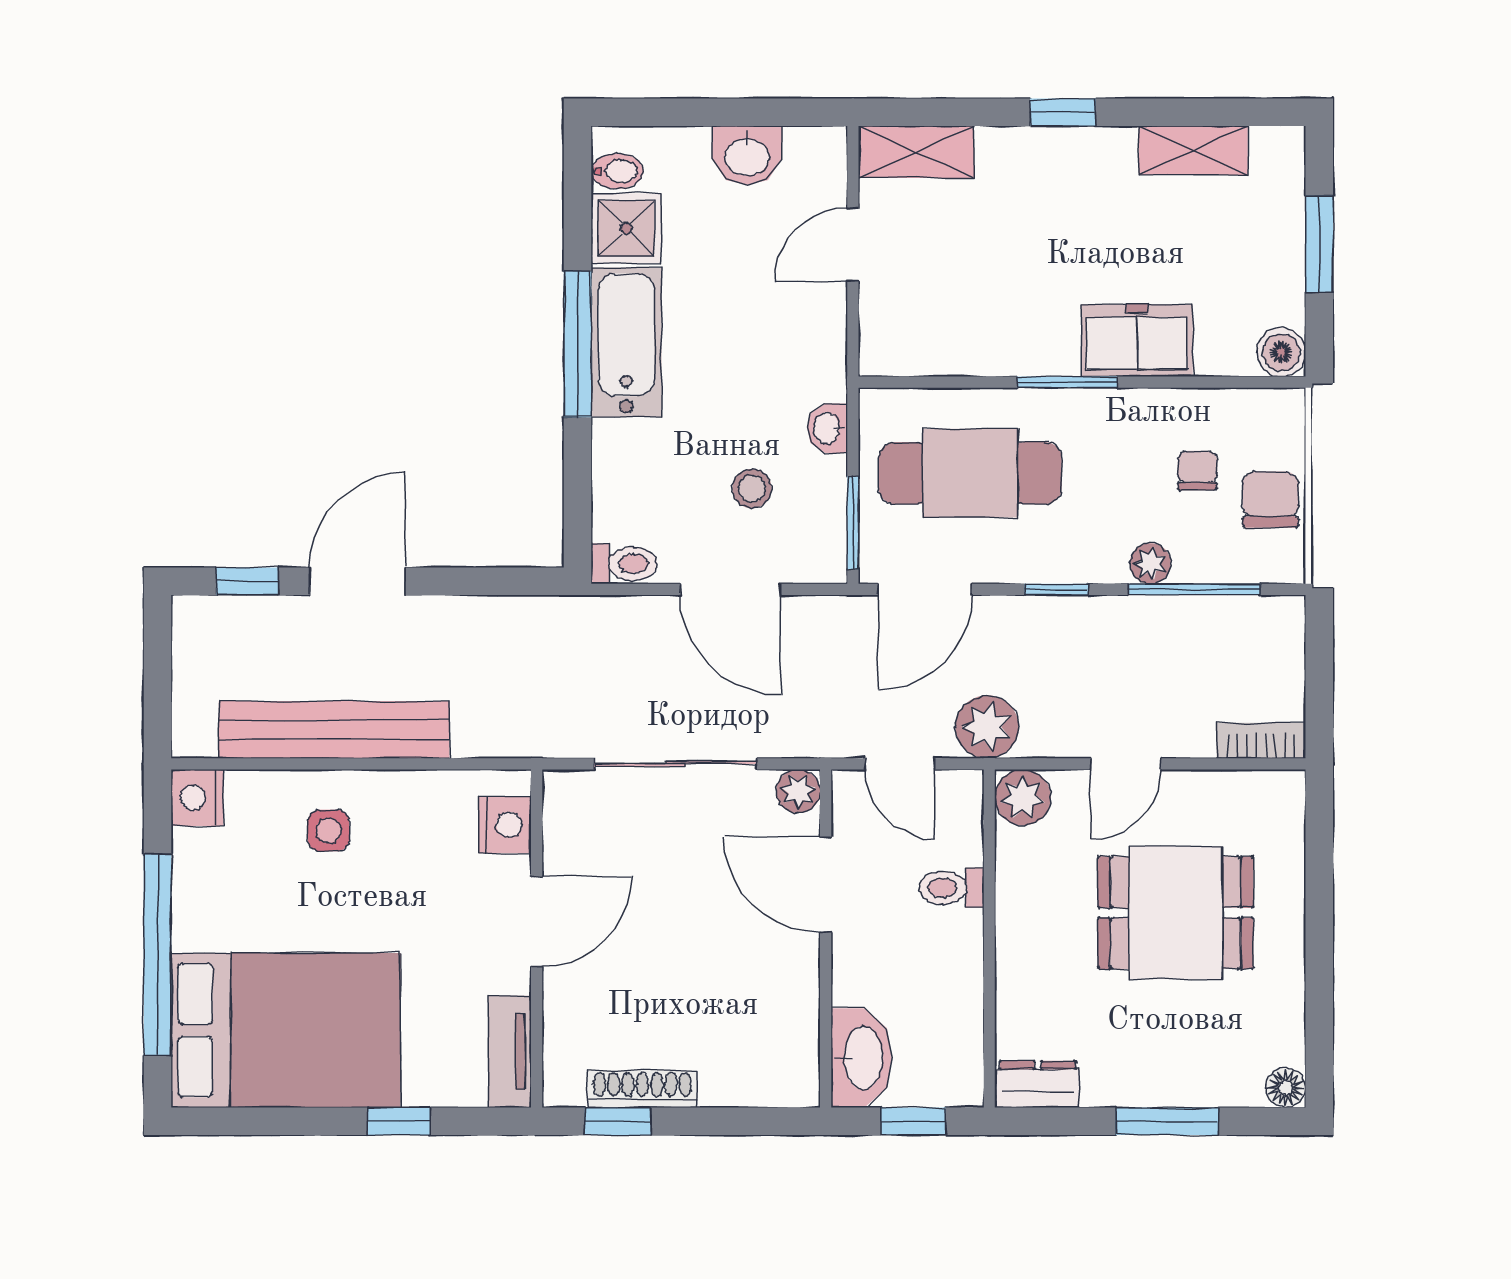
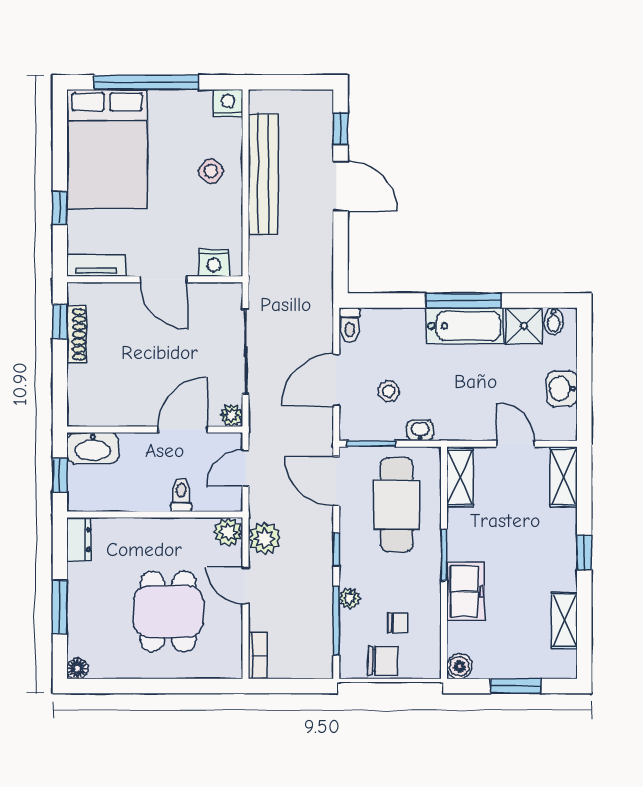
shelving: (918, 351) -> (460, 478), added
plant: (987, 727) -> (265, 538), moved
side table: (328, 831) -> (211, 171), turned 38

